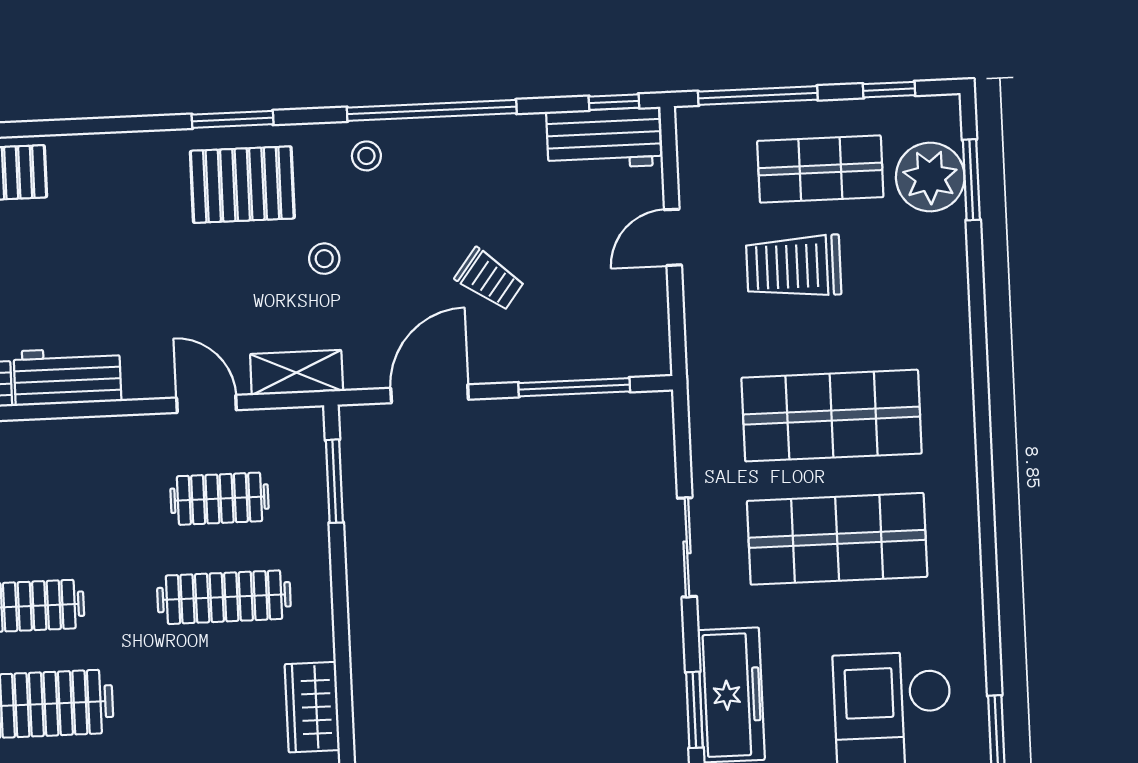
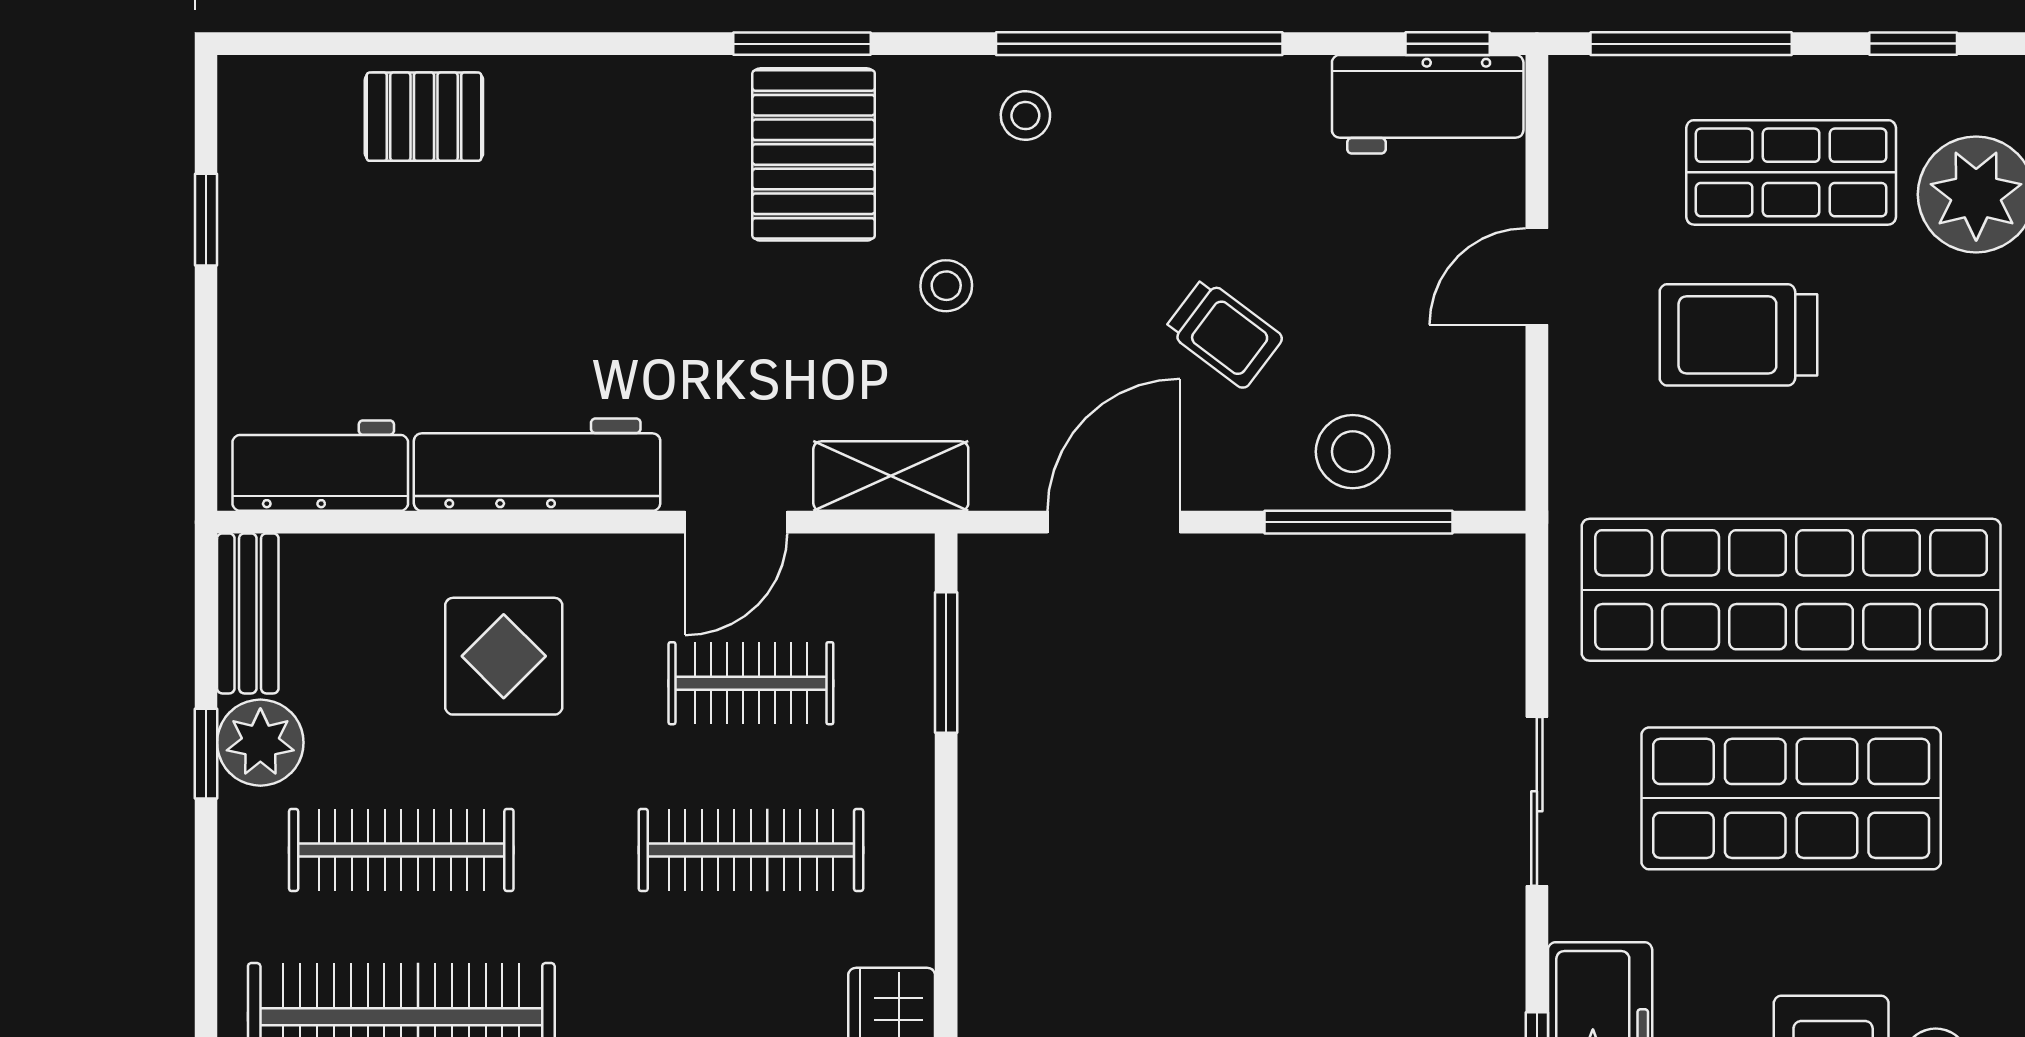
pallet: (242, 185) -> (814, 154), turned 90
stool: (569, 346) -> (1353, 452), added
workbench: (67, 376) -> (537, 465), width x1.38
door: (206, 404) -> (736, 522), swing flipped
shop shelf: (832, 416) -> (1791, 590), width x1.40
display table: (73, 489) -> (504, 656), added

